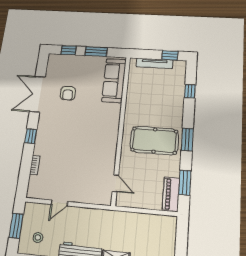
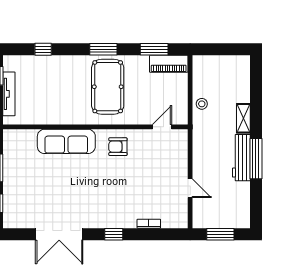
sofa: (114, 80) -> (66, 141), moved
armchair: (68, 93) -> (118, 147), moved, turned 180
stool: (38, 238) -> (202, 104), moved

